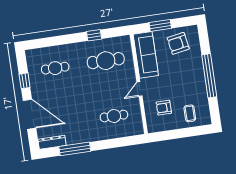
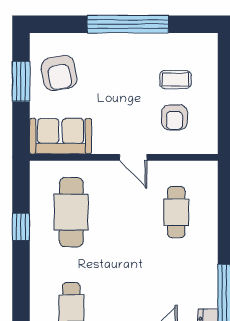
window: (160, 25) -> (21, 81), moved
sofa: (146, 55) -> (60, 136), width x0.73
coffee table: (190, 113) -> (175, 80), moved

